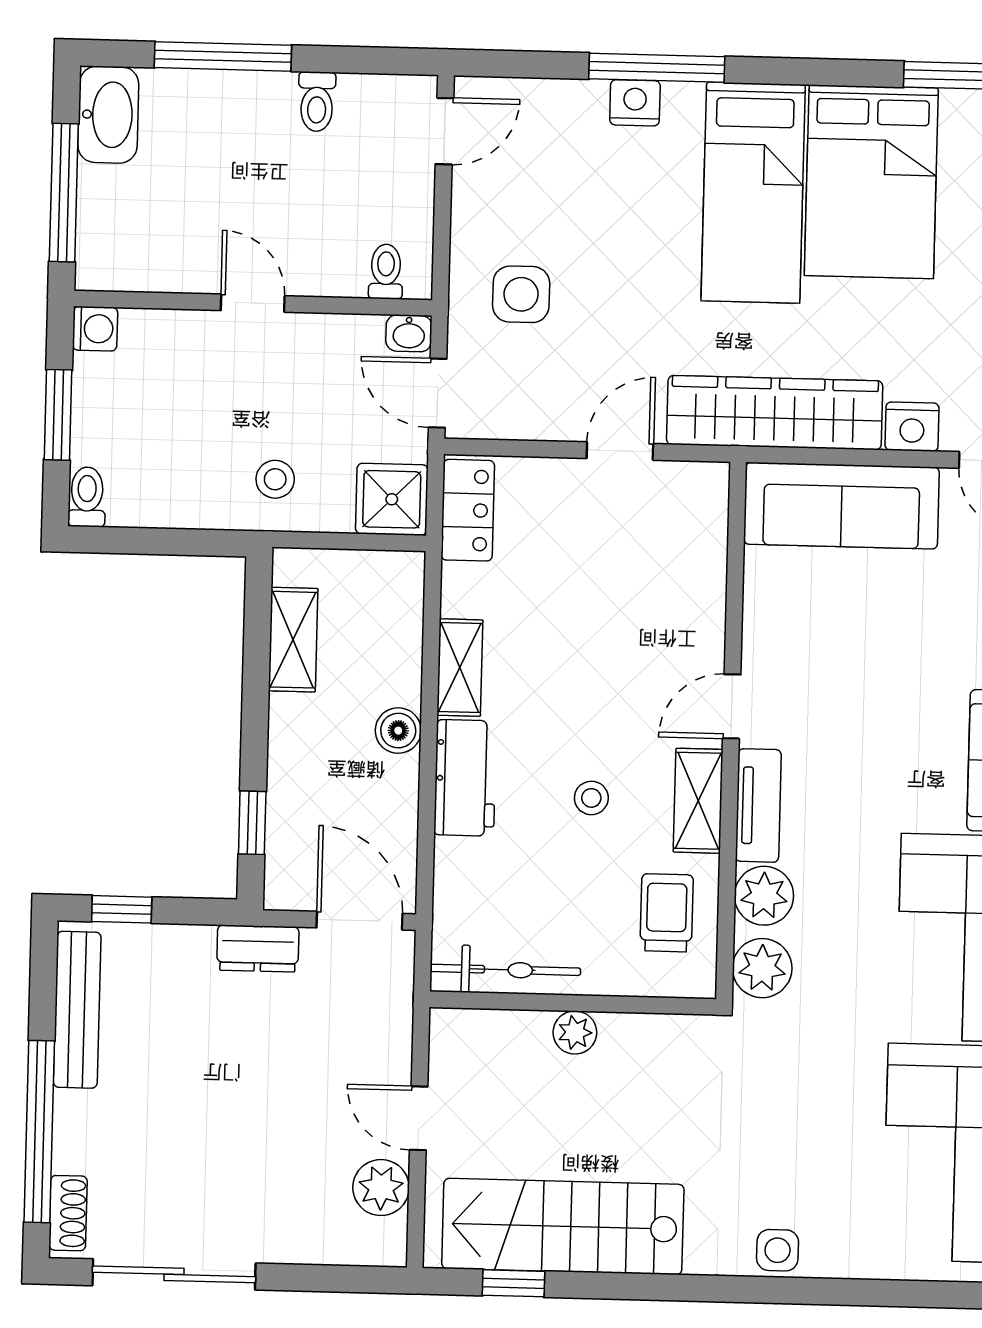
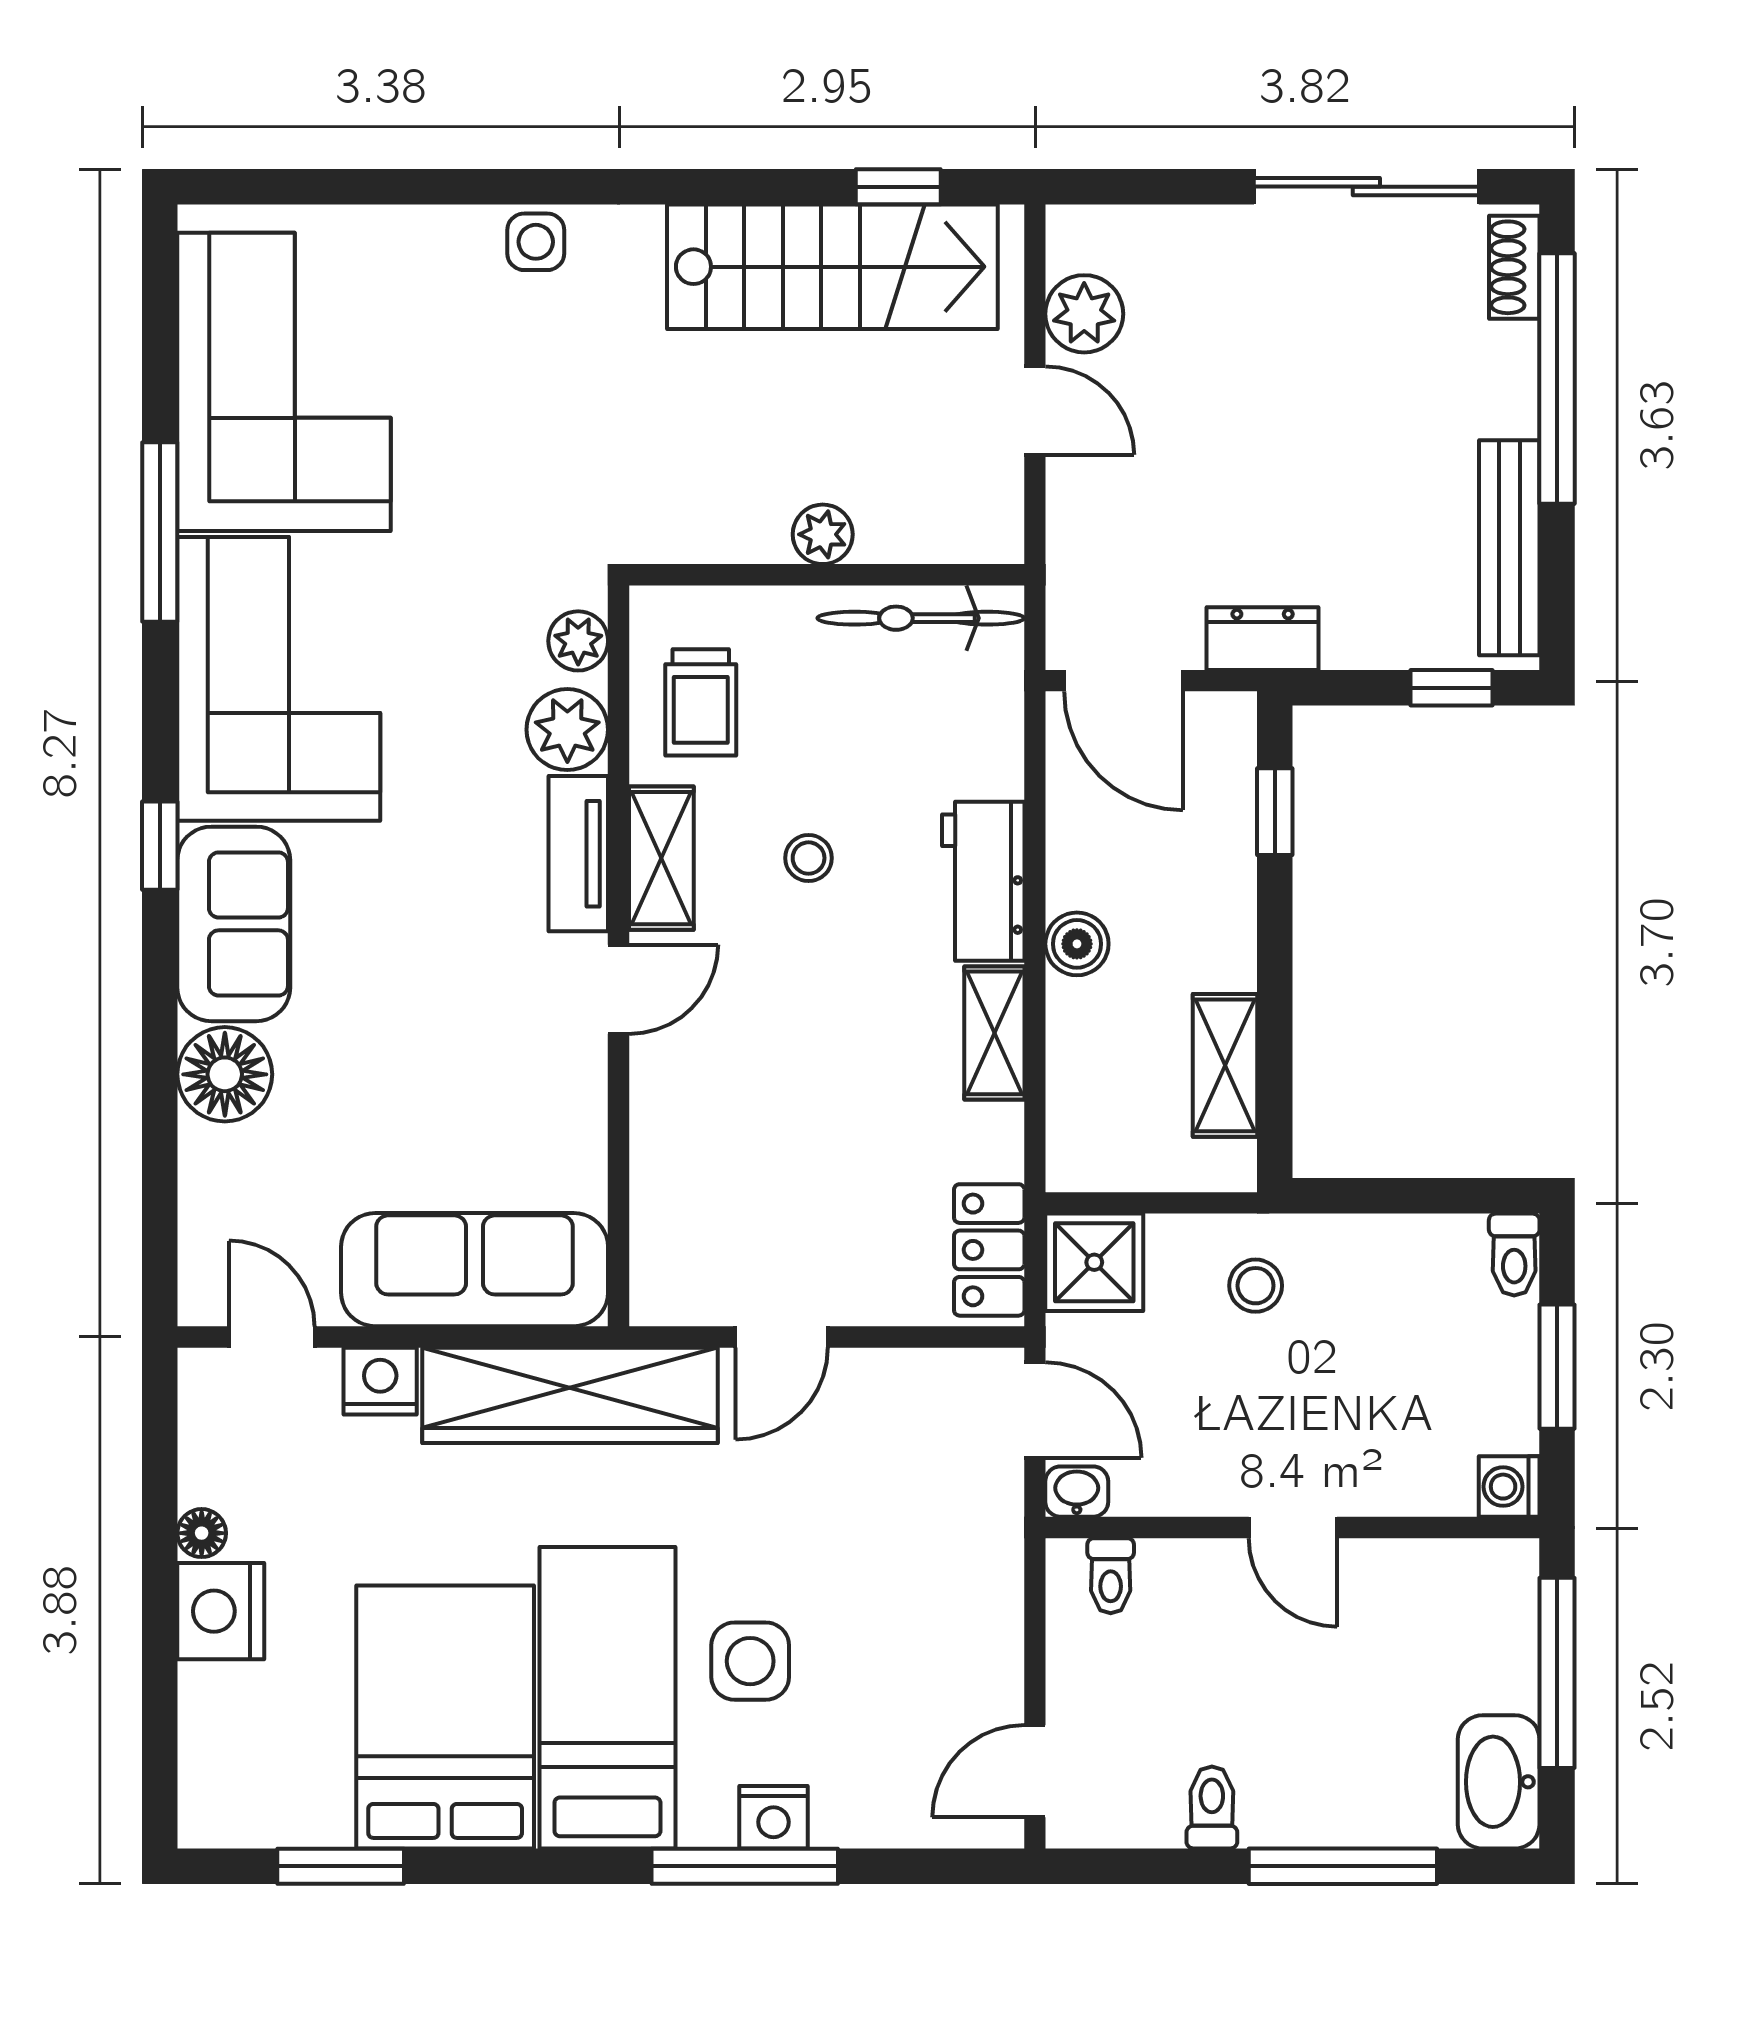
side table: (521, 294) -> (750, 1661), moved
plant: (762, 968) -> (578, 641), width x0.73, depth x0.73

